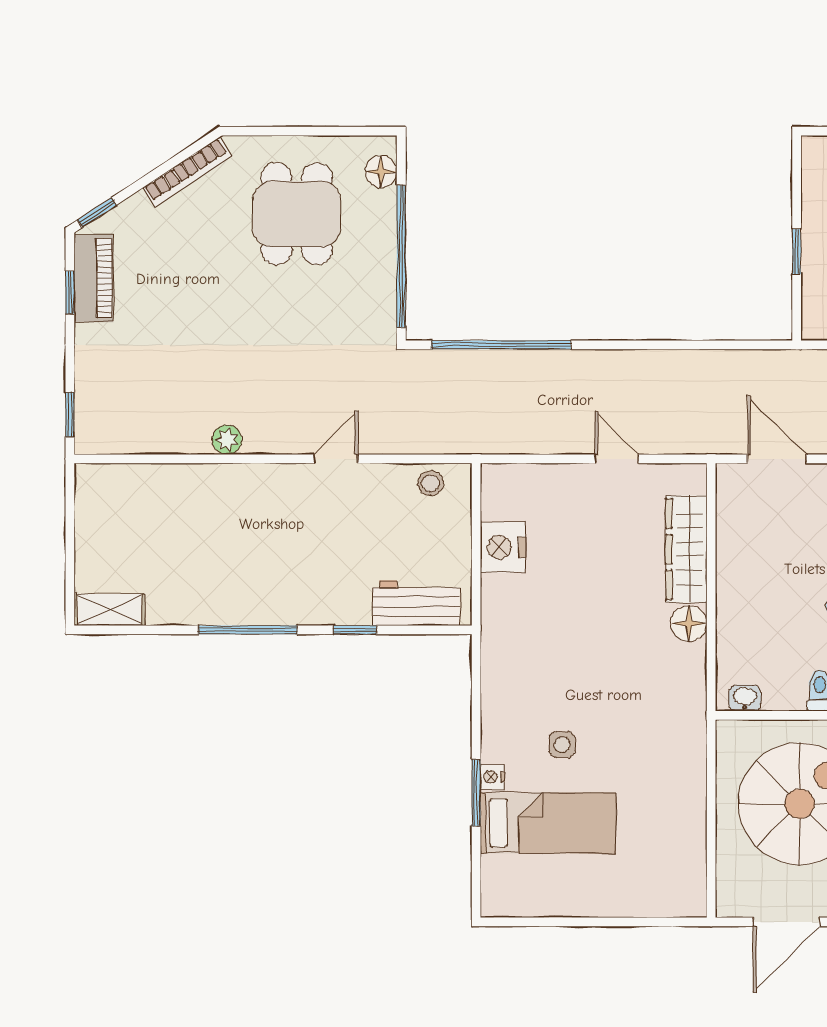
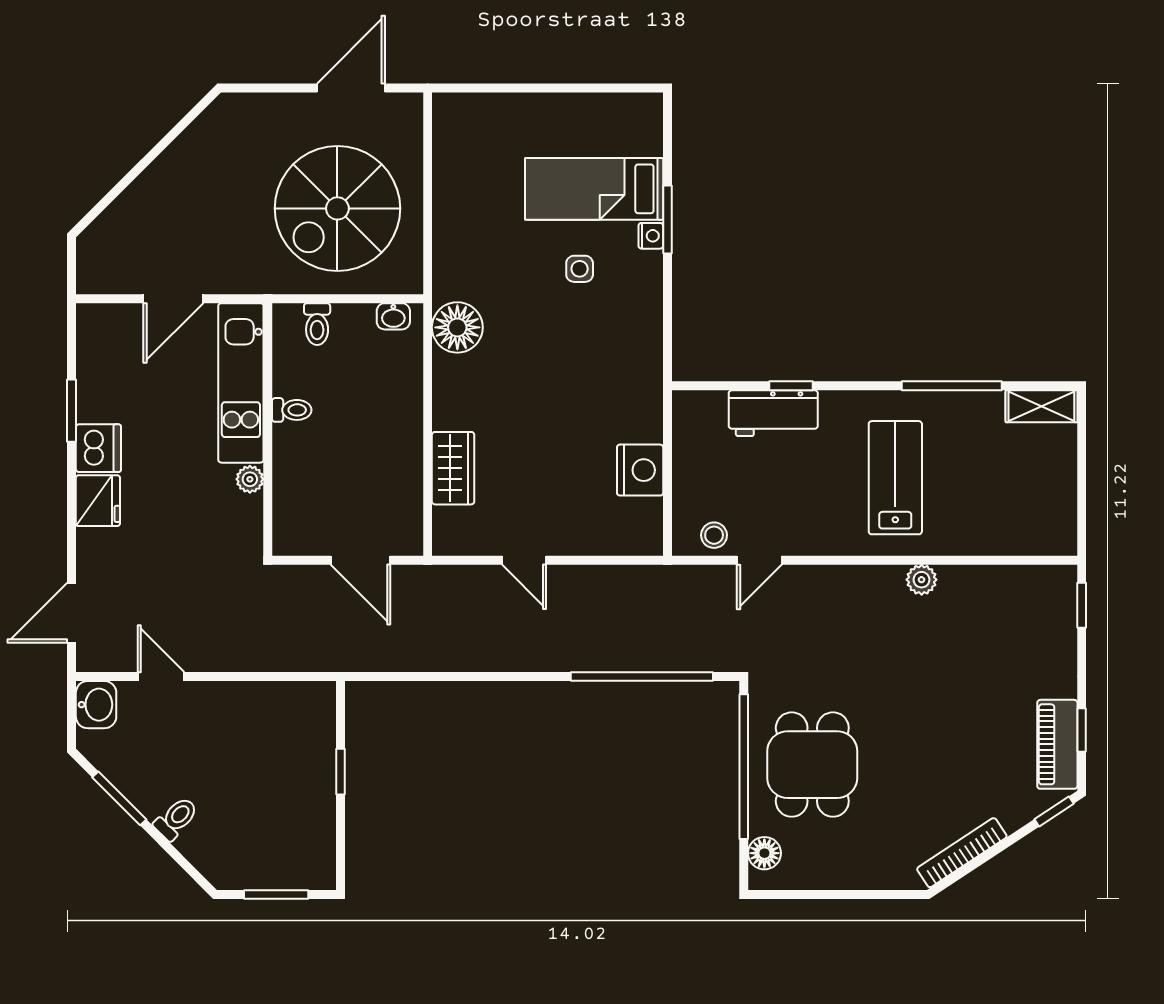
dining table: (297, 214) -> (812, 765), moved
door: (336, 459) -> (759, 560), moved
lab bench: (253, 540) -> (895, 478), added
wardrobe: (686, 549) -> (453, 468), width x0.67
workbench: (416, 603) -> (773, 413), moved
floor lamp: (689, 623) -> (457, 327), moved, width x1.38, depth x1.38
window: (248, 630) -> (952, 386), moved

